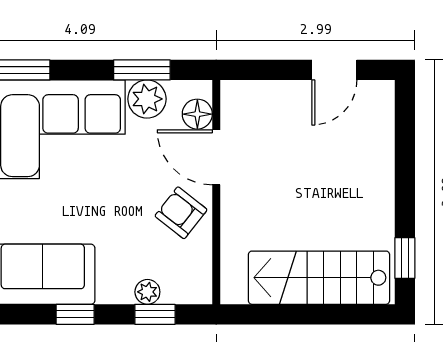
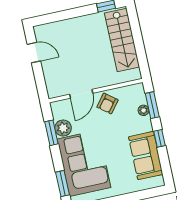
floor lamp: (197, 114) -> (65, 106), removed
window: (155, 314) -> (152, 105), width x1.50

